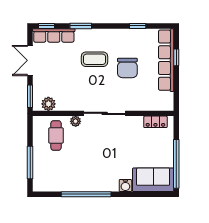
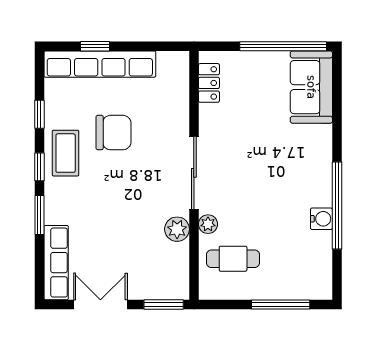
window: (46, 26) -> (39, 167), moved
coffee table: (95, 59) -> (66, 153), moved
double door: (30, 60) -> (100, 304), swing flipped
plant: (48, 104) -> (177, 229), moved
water cooler: (125, 186) -> (321, 219), moved

